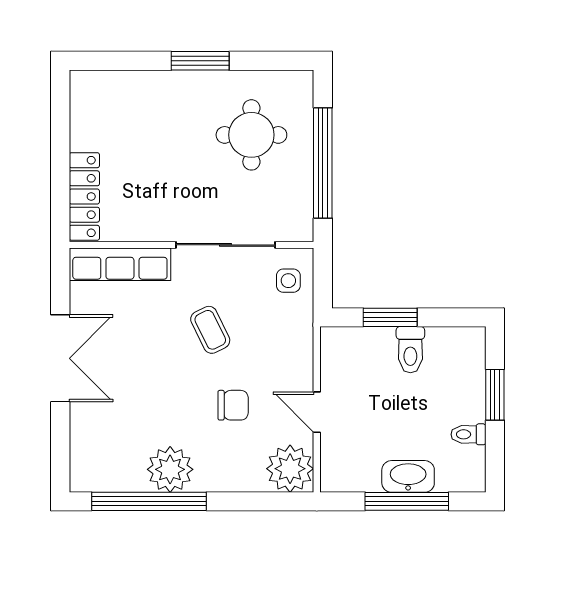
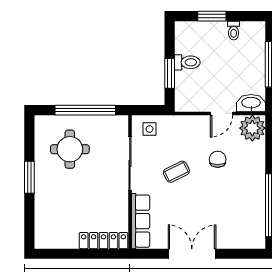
plant: (170, 469) -> (253, 194), removed
washbasin: (408, 476) -> (251, 103), moved, turned 90

